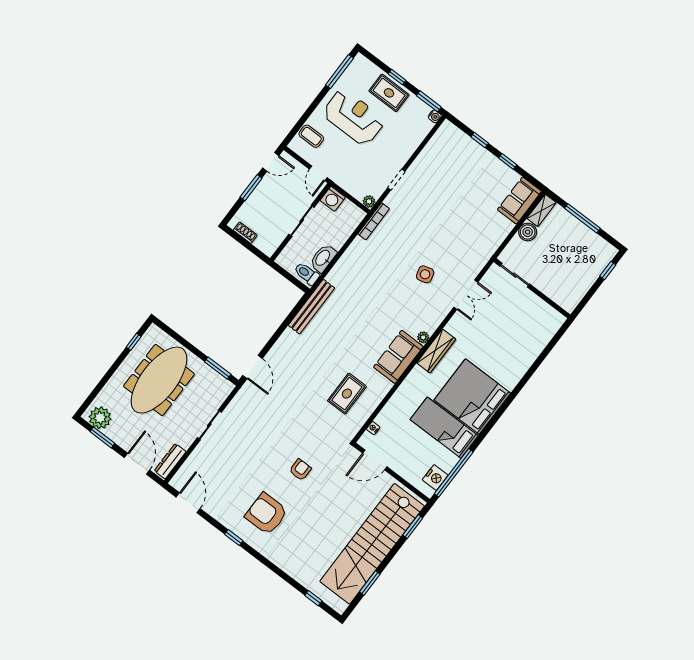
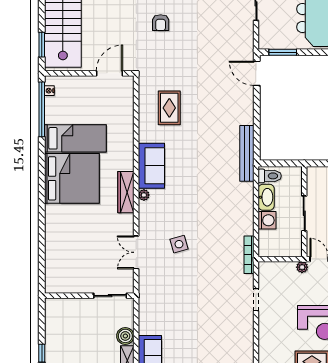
washing machine: (333, 199) -> (267, 220), moved, turned 90
plant: (369, 201) -> (302, 267), moved
nightstand: (373, 428) -> (129, 97), removed
nightstand: (435, 477) -> (49, 91), width x0.53, depth x0.56

